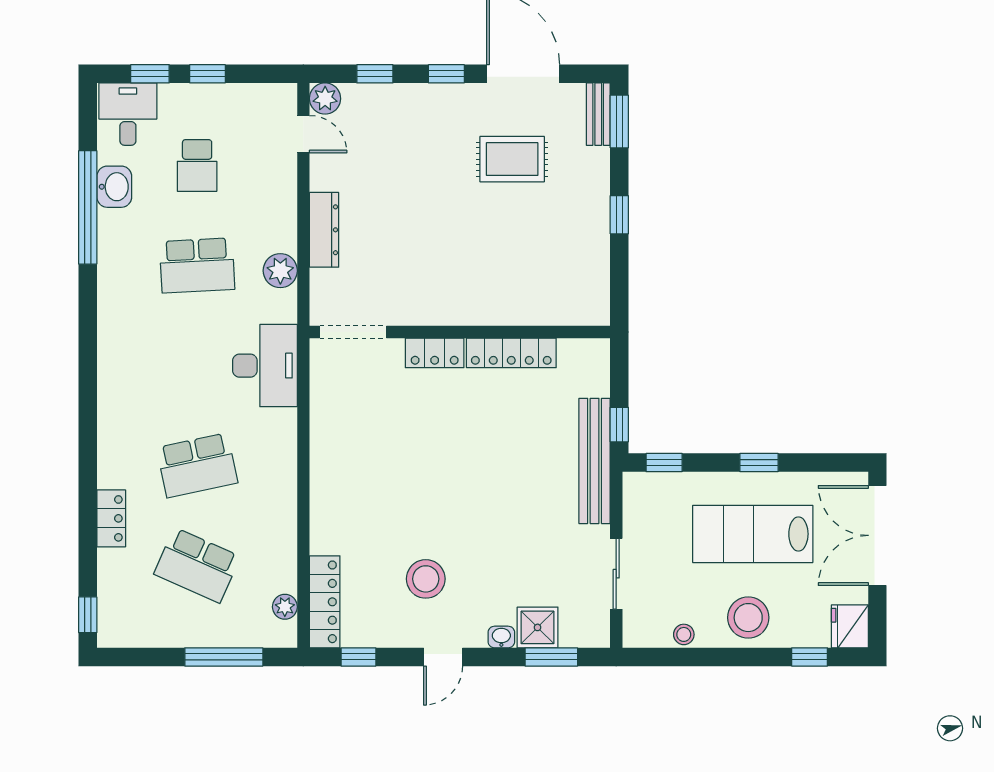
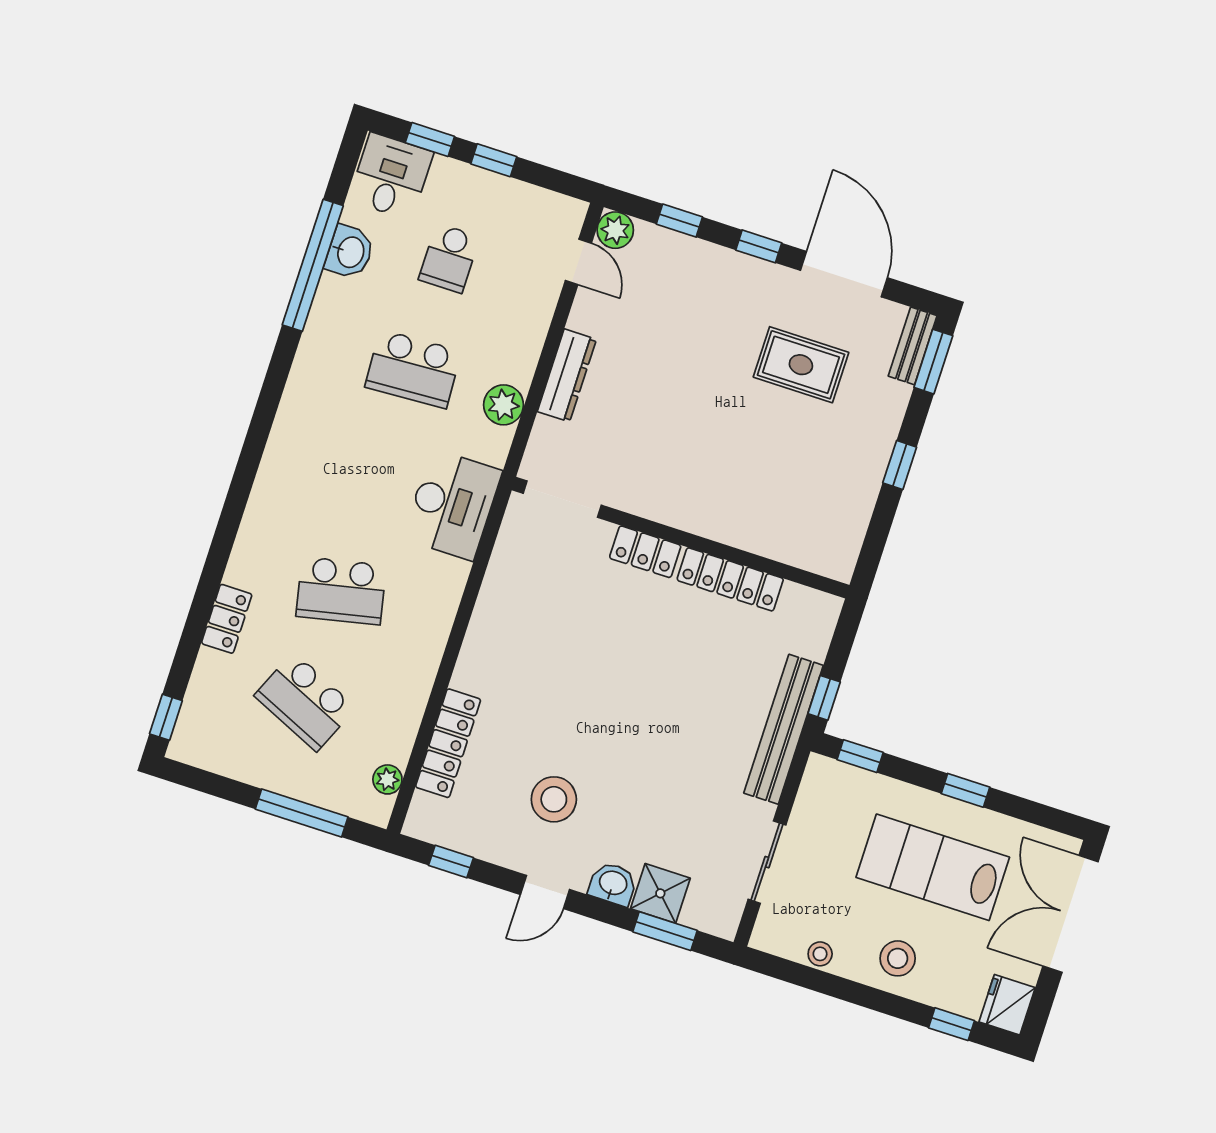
locker: (325, 602) -> (448, 743), moved
stool: (748, 618) -> (898, 958), width x0.73, depth x0.73
washbasin: (501, 637) -> (613, 884), width x1.38, depth x1.45

